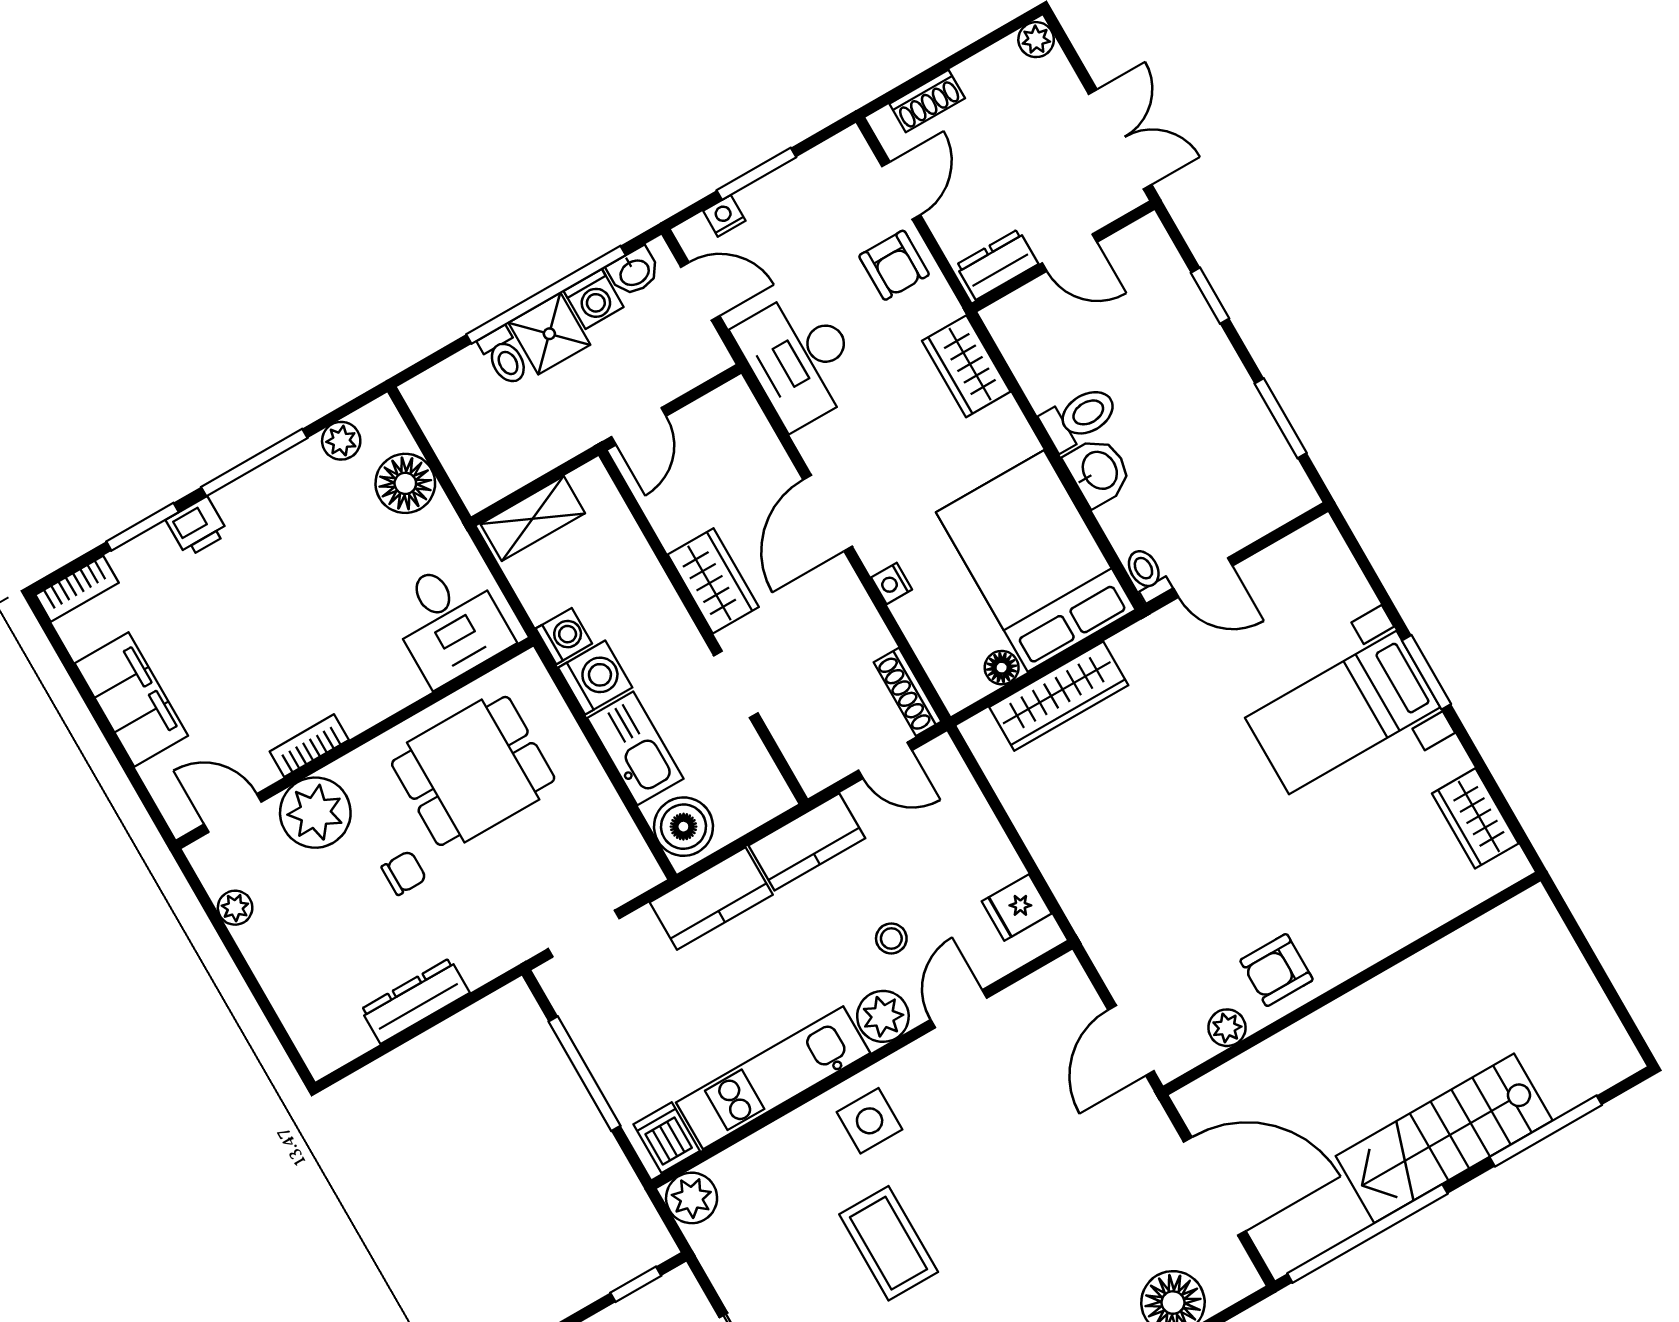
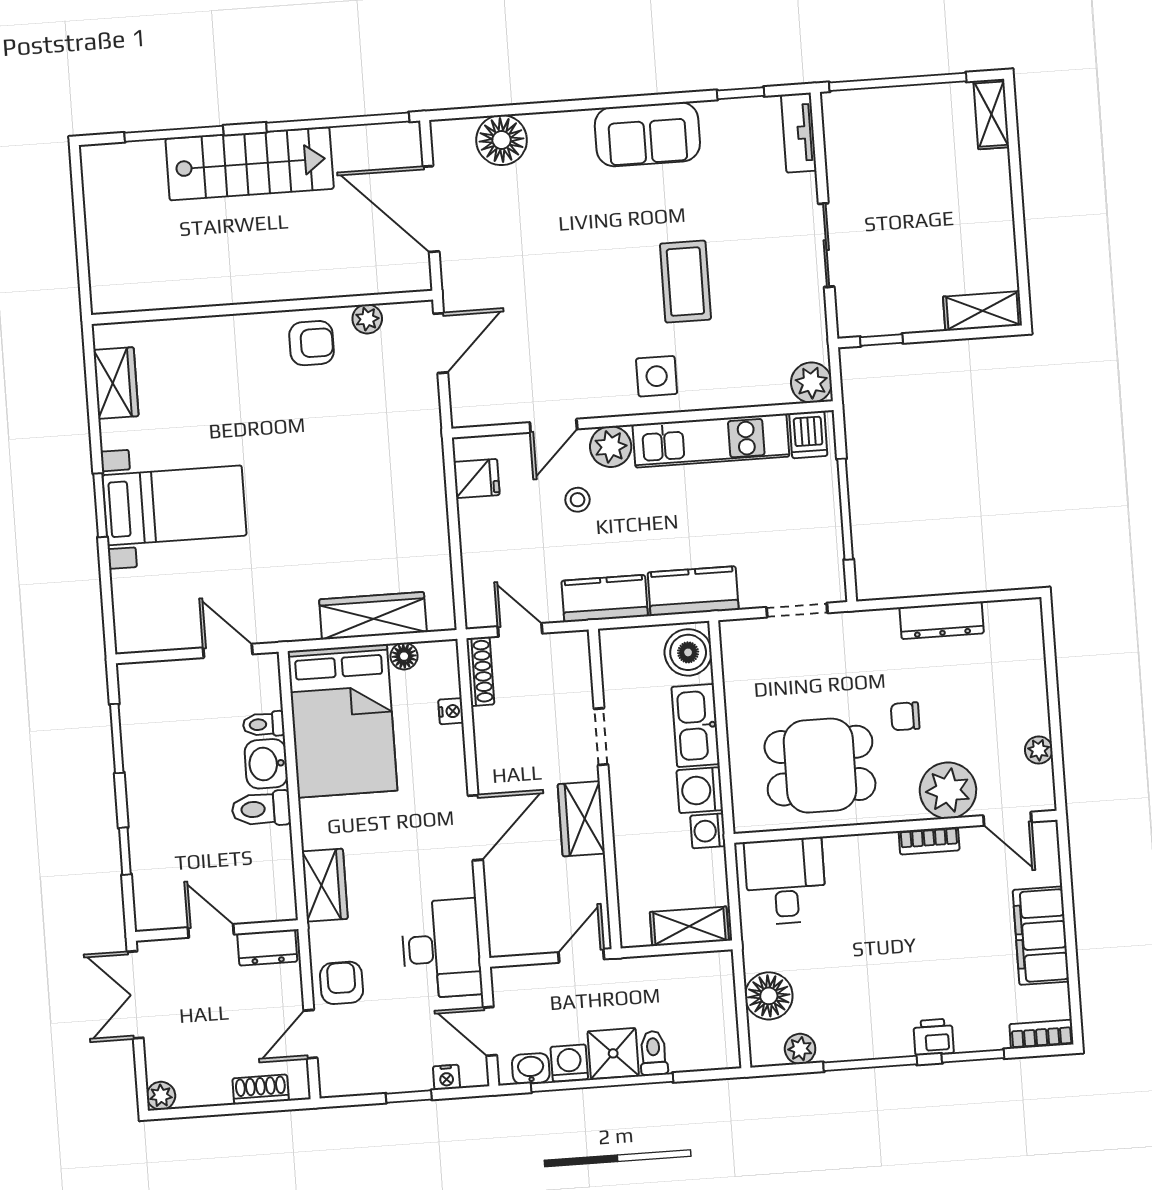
window: (756, 174) -> (409, 1097), width x0.67
toilet: (1147, 574) -> (264, 724), moved, turned 90
nightstand: (892, 584) -> (451, 711), moved

